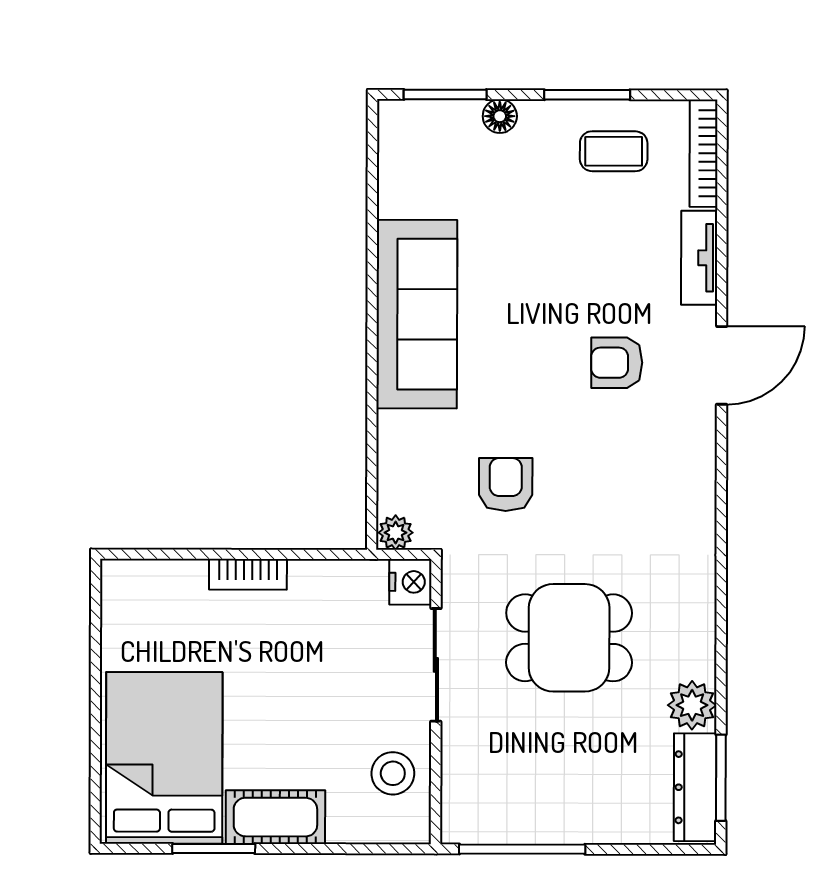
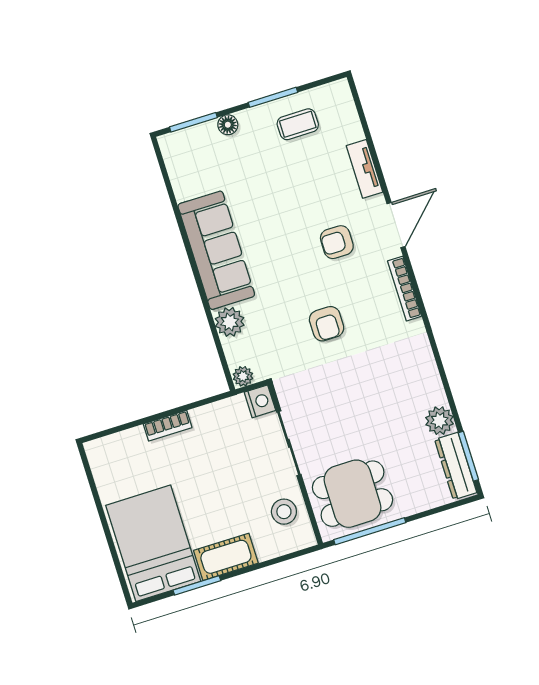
bookcase: (704, 153) -> (405, 289), moved
plant: (402, 437) -> (230, 322), added
armchair: (506, 484) -> (327, 324), moved, turned 180
dining table: (569, 638) -> (352, 494), moved

